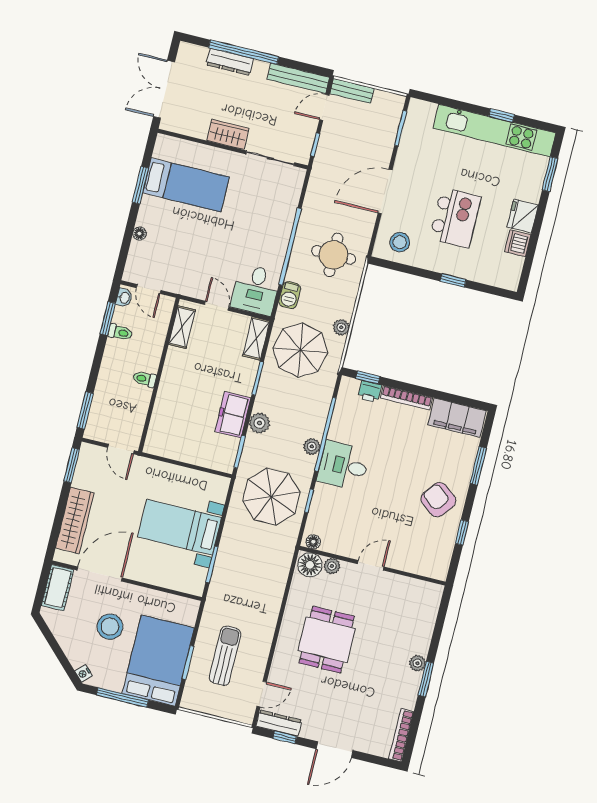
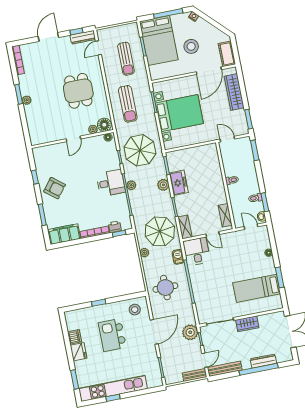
plant: (327, 164) -> (190, 332), added
bed with nightstands: (180, 527) -> (179, 113), width x1.36
sun lounger: (256, 581) -> (128, 104), added

